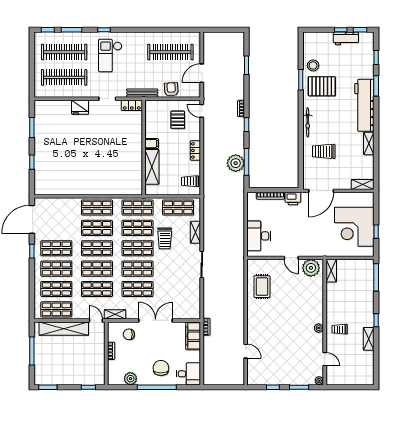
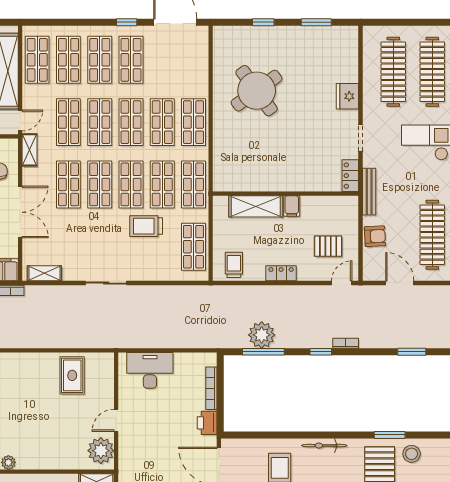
round table: (76, 166) -> (257, 91), added
shelving: (195, 232) -> (44, 273), moved
rug: (262, 287) -> (72, 375), turned 90

